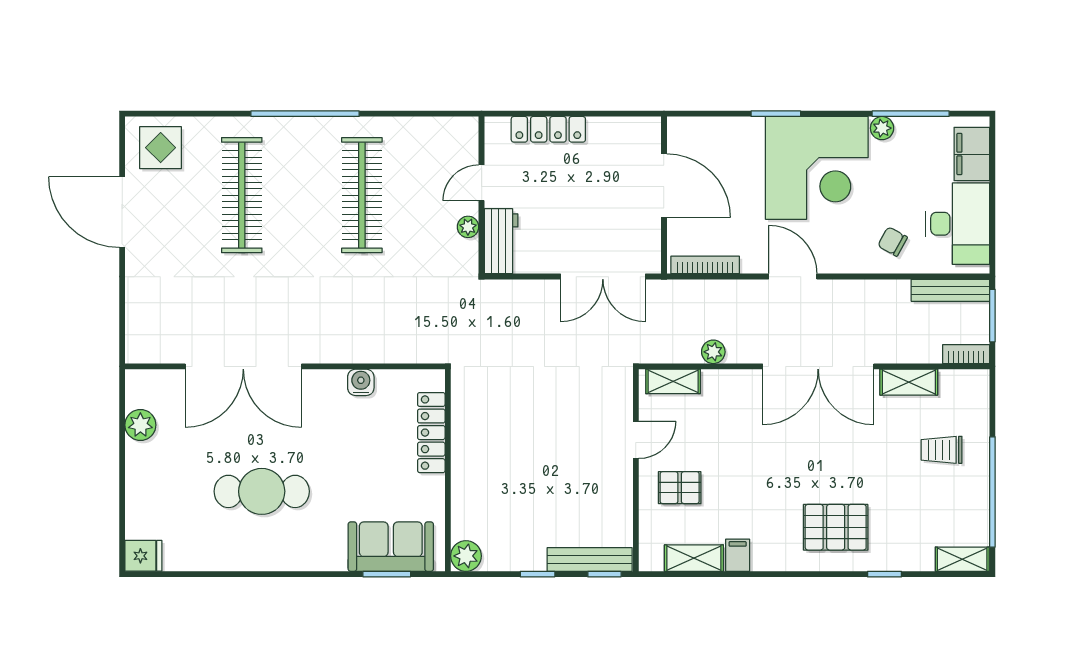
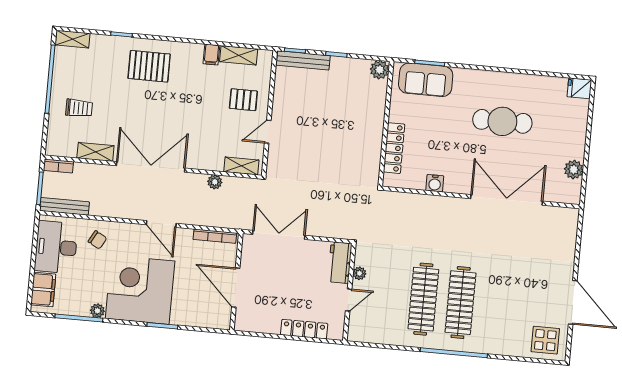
clothes rail: (242, 195) -> (461, 303), moved

